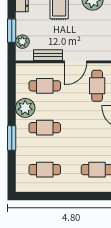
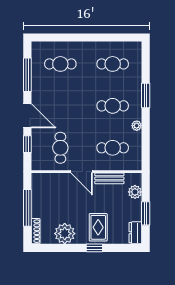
window: (12, 31) -> (146, 213), moved
door: (76, 62) -> (82, 172), swing flipped
plant: (25, 108) -> (137, 126), width x0.53, depth x0.53

